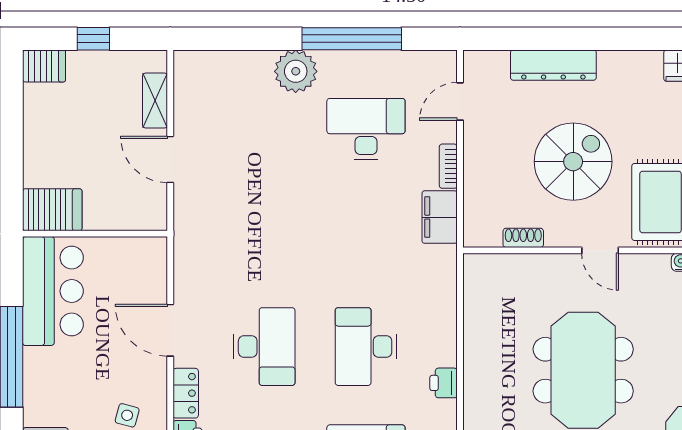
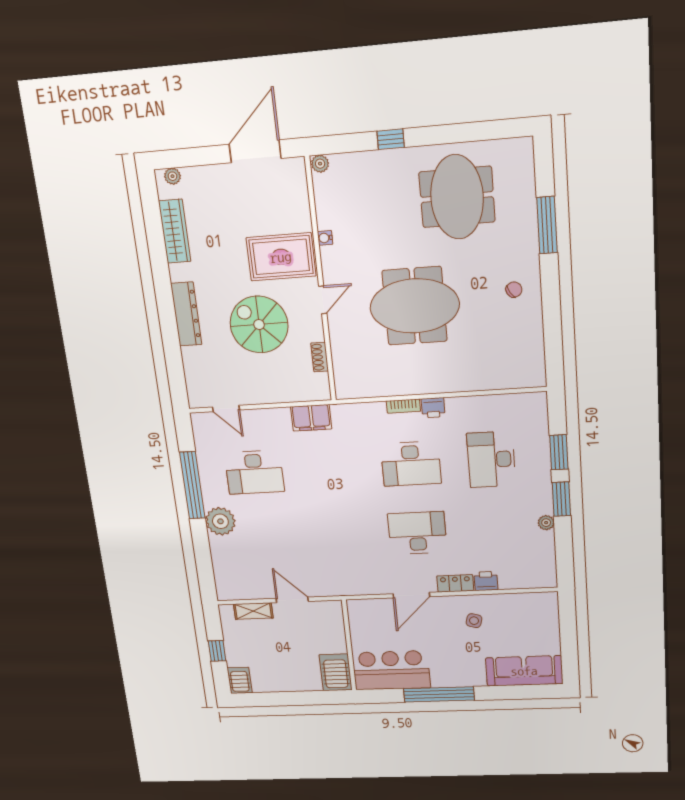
dresser: (553, 65) -> (186, 314), moved
desk: (366, 129) -> (254, 472), turned -90
door: (170, 159) -> (292, 600), swing flipped
bookcase: (448, 166) -> (403, 406), moved

